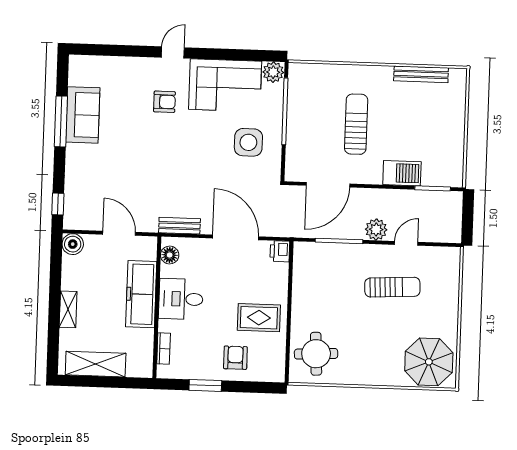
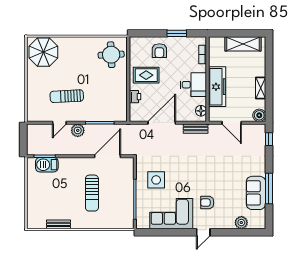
plant: (273, 72) -> (241, 223), moved
bench: (421, 74) -> (58, 224), width x0.73
barbecue: (402, 173) -> (47, 165), moved
door: (236, 237) -> (162, 123), swing flipped
printer: (280, 251) -> (135, 97), moved
shelving: (68, 309) -> (261, 88), moved

